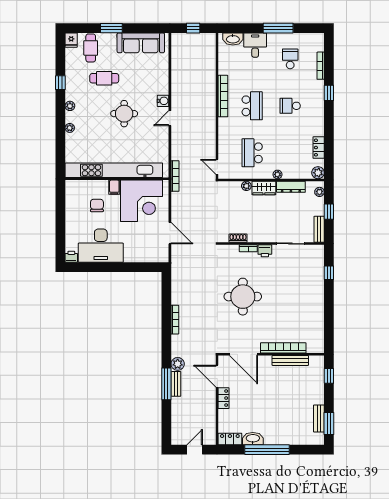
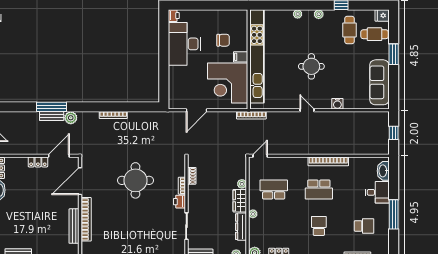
cafe table: (104, 78) -> (350, 30), moved
water cooler: (163, 101) -> (337, 104), moved

